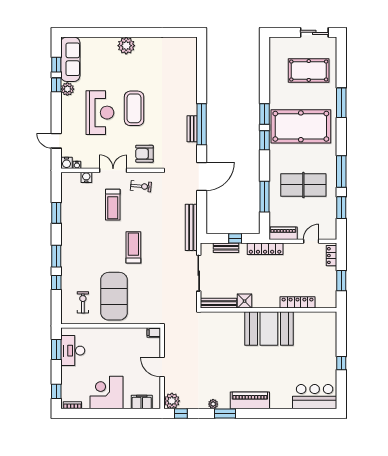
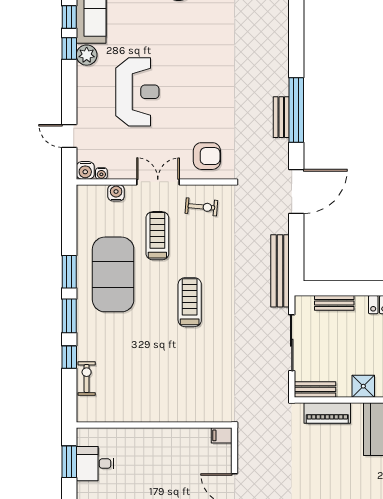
coffee table: (134, 108) -> (191, 85), removed
armchair: (144, 154) -> (207, 156), turned 180
treadmill: (113, 205) -> (157, 236), turned 180
window: (56, 213) -> (69, 272), moved
window: (235, 238) -> (349, 288), removed
exercise mat: (114, 296) -> (113, 274), moved
exercise bike: (83, 302) -> (87, 379), moved
bench: (218, 303) -> (315, 389), width x0.73
piano: (221, 318) -> (327, 413), added
desk: (73, 351) -> (95, 464), width x0.73

